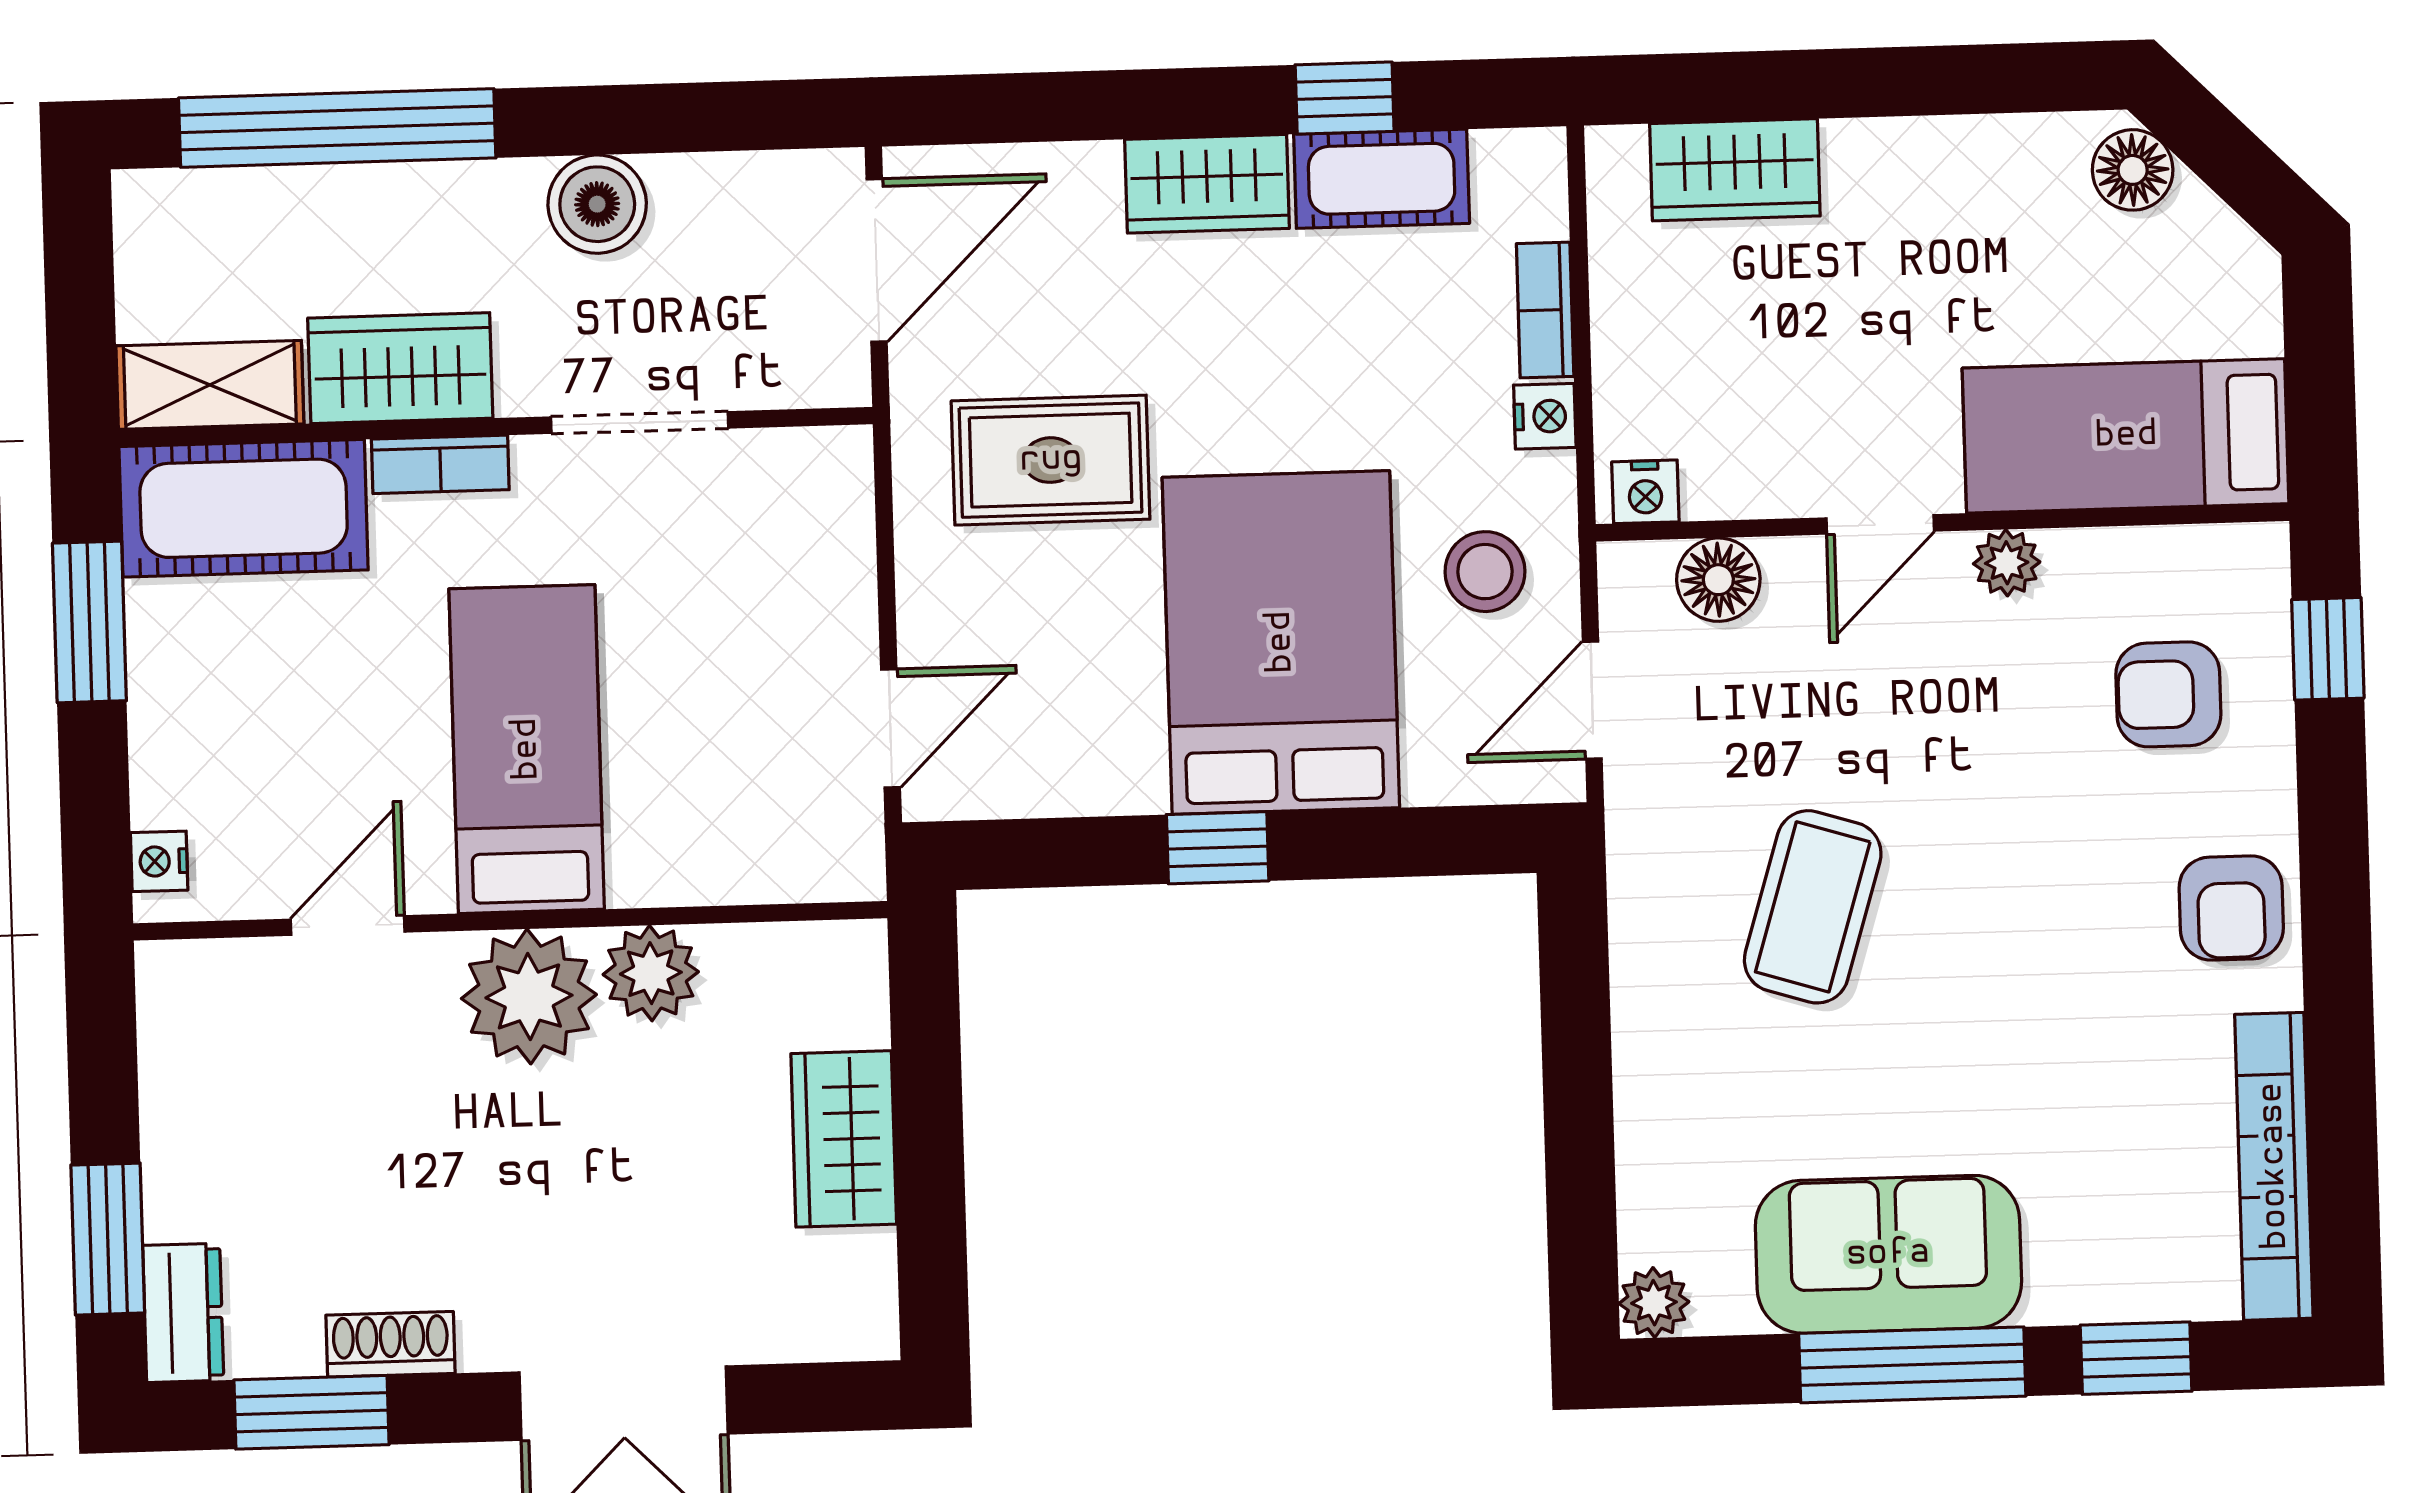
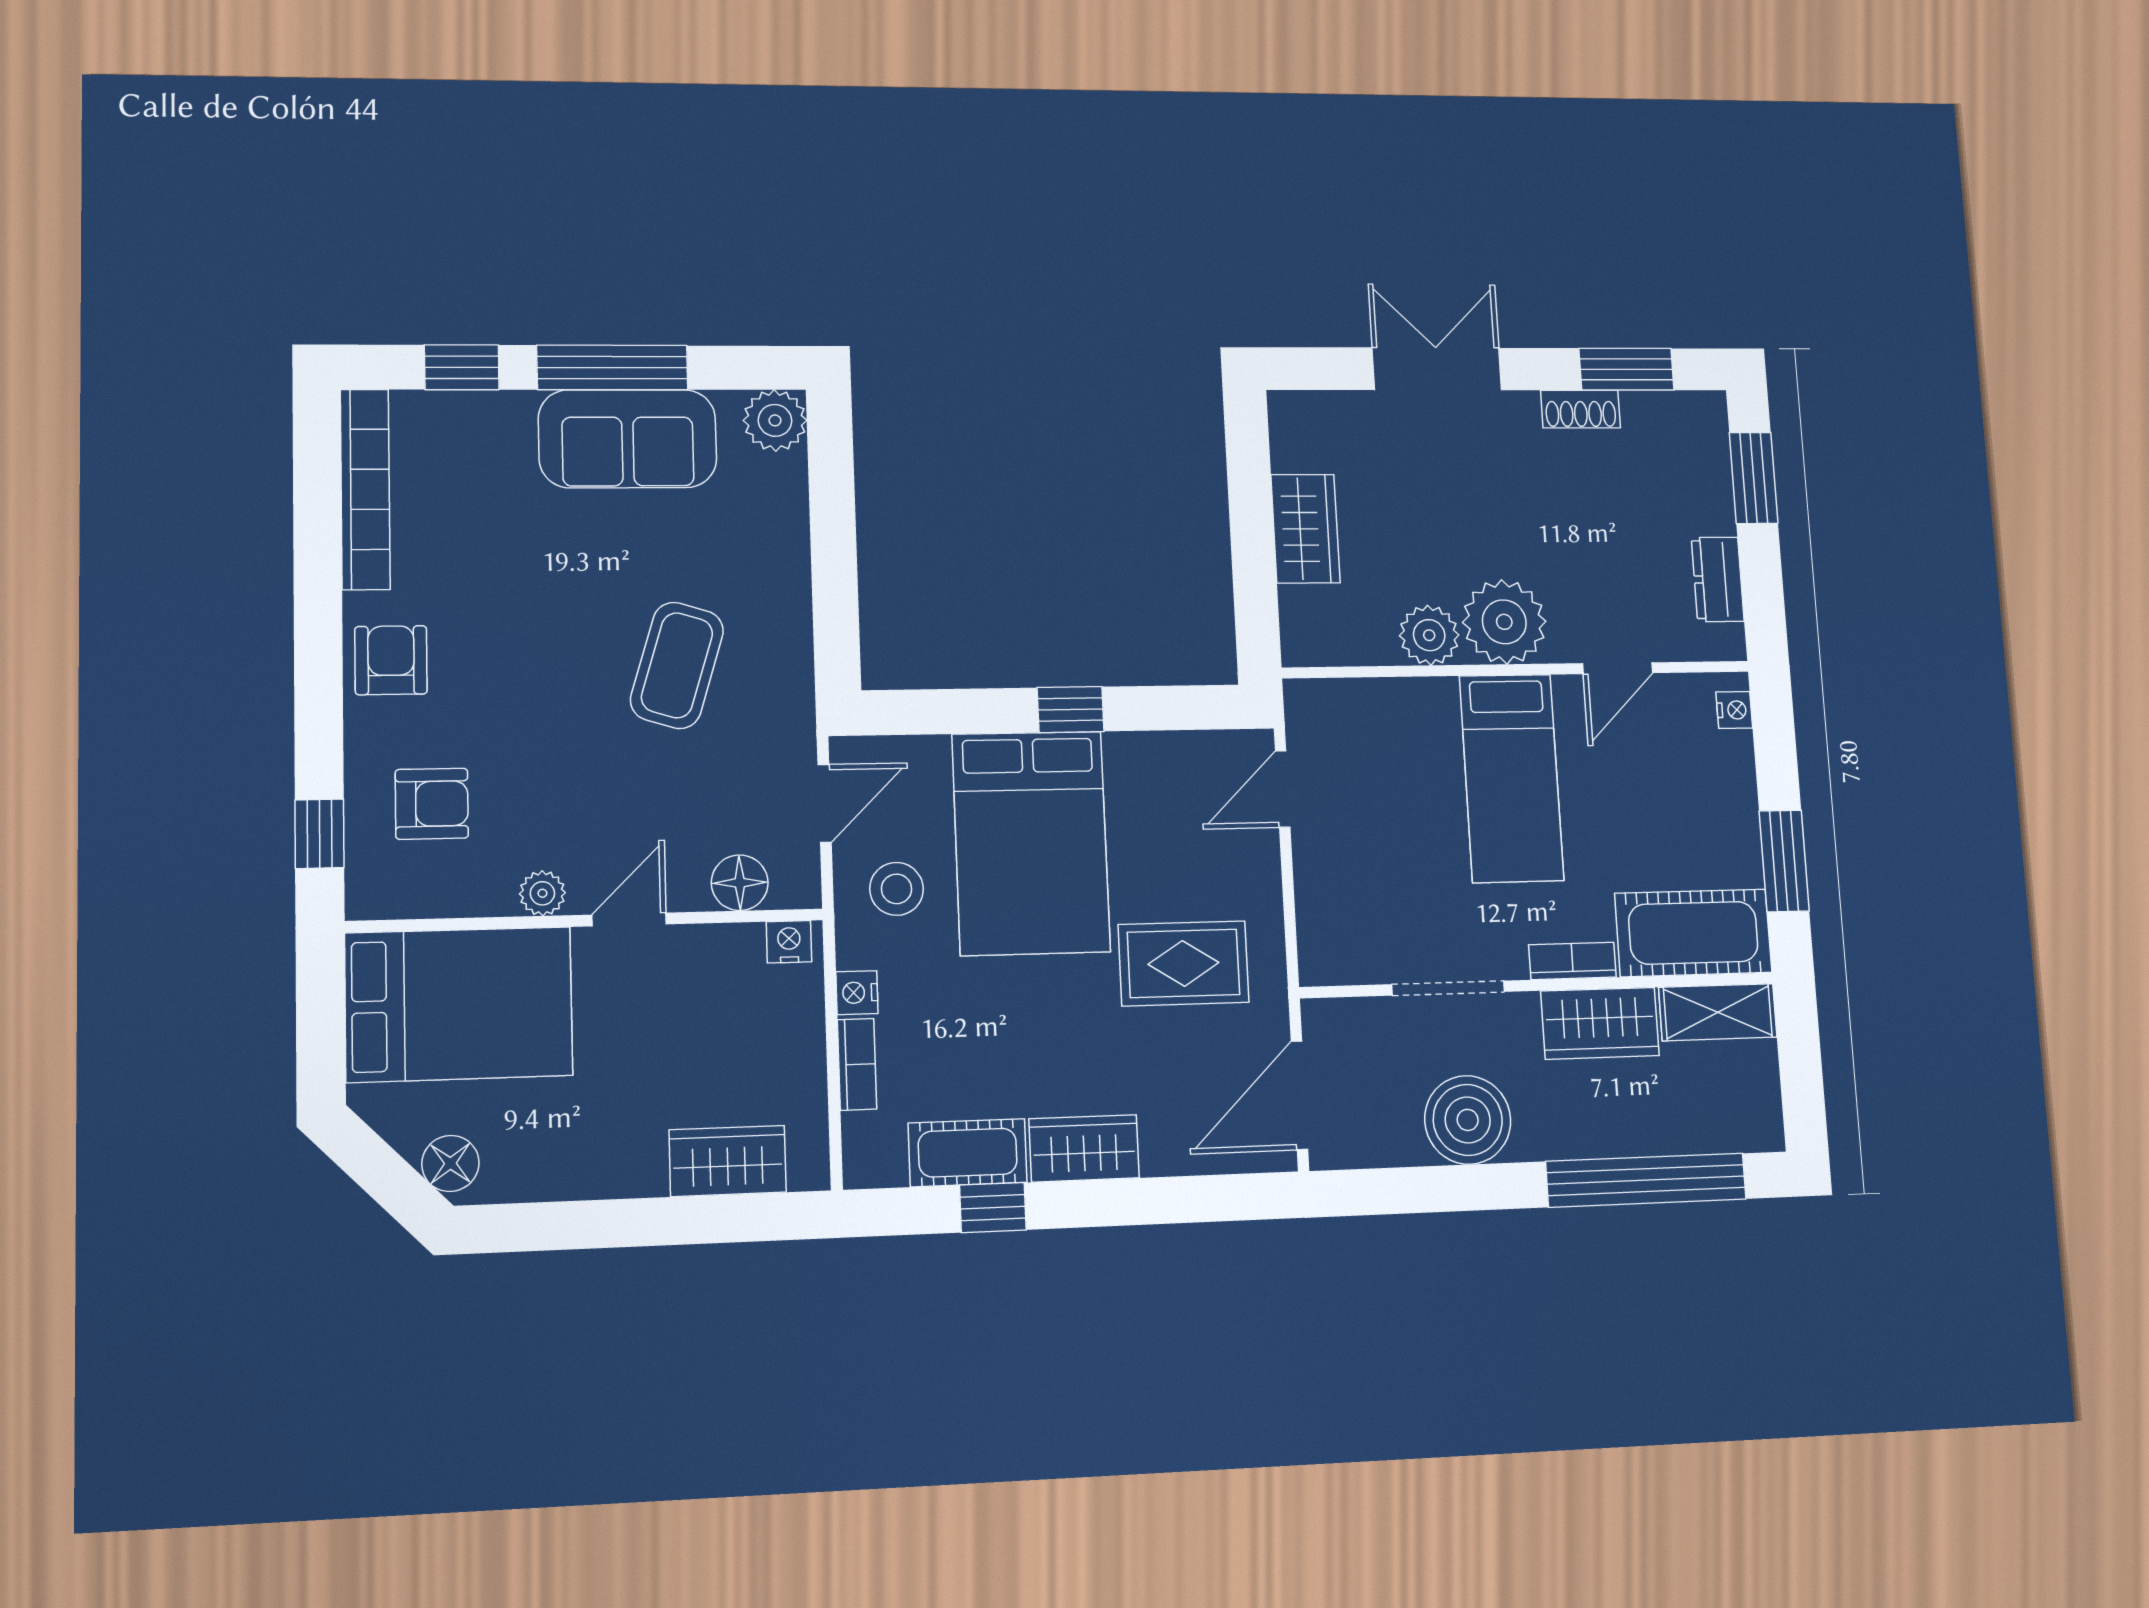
boiler: (597, 204) -> (1468, 1120), width x1.37, depth x1.37
bed: (2126, 436) -> (459, 1004), width x1.50
plant: (1654, 1303) -> (775, 420), width x1.38, depth x1.38
dresser: (183, 1313) -> (1718, 579), moved

